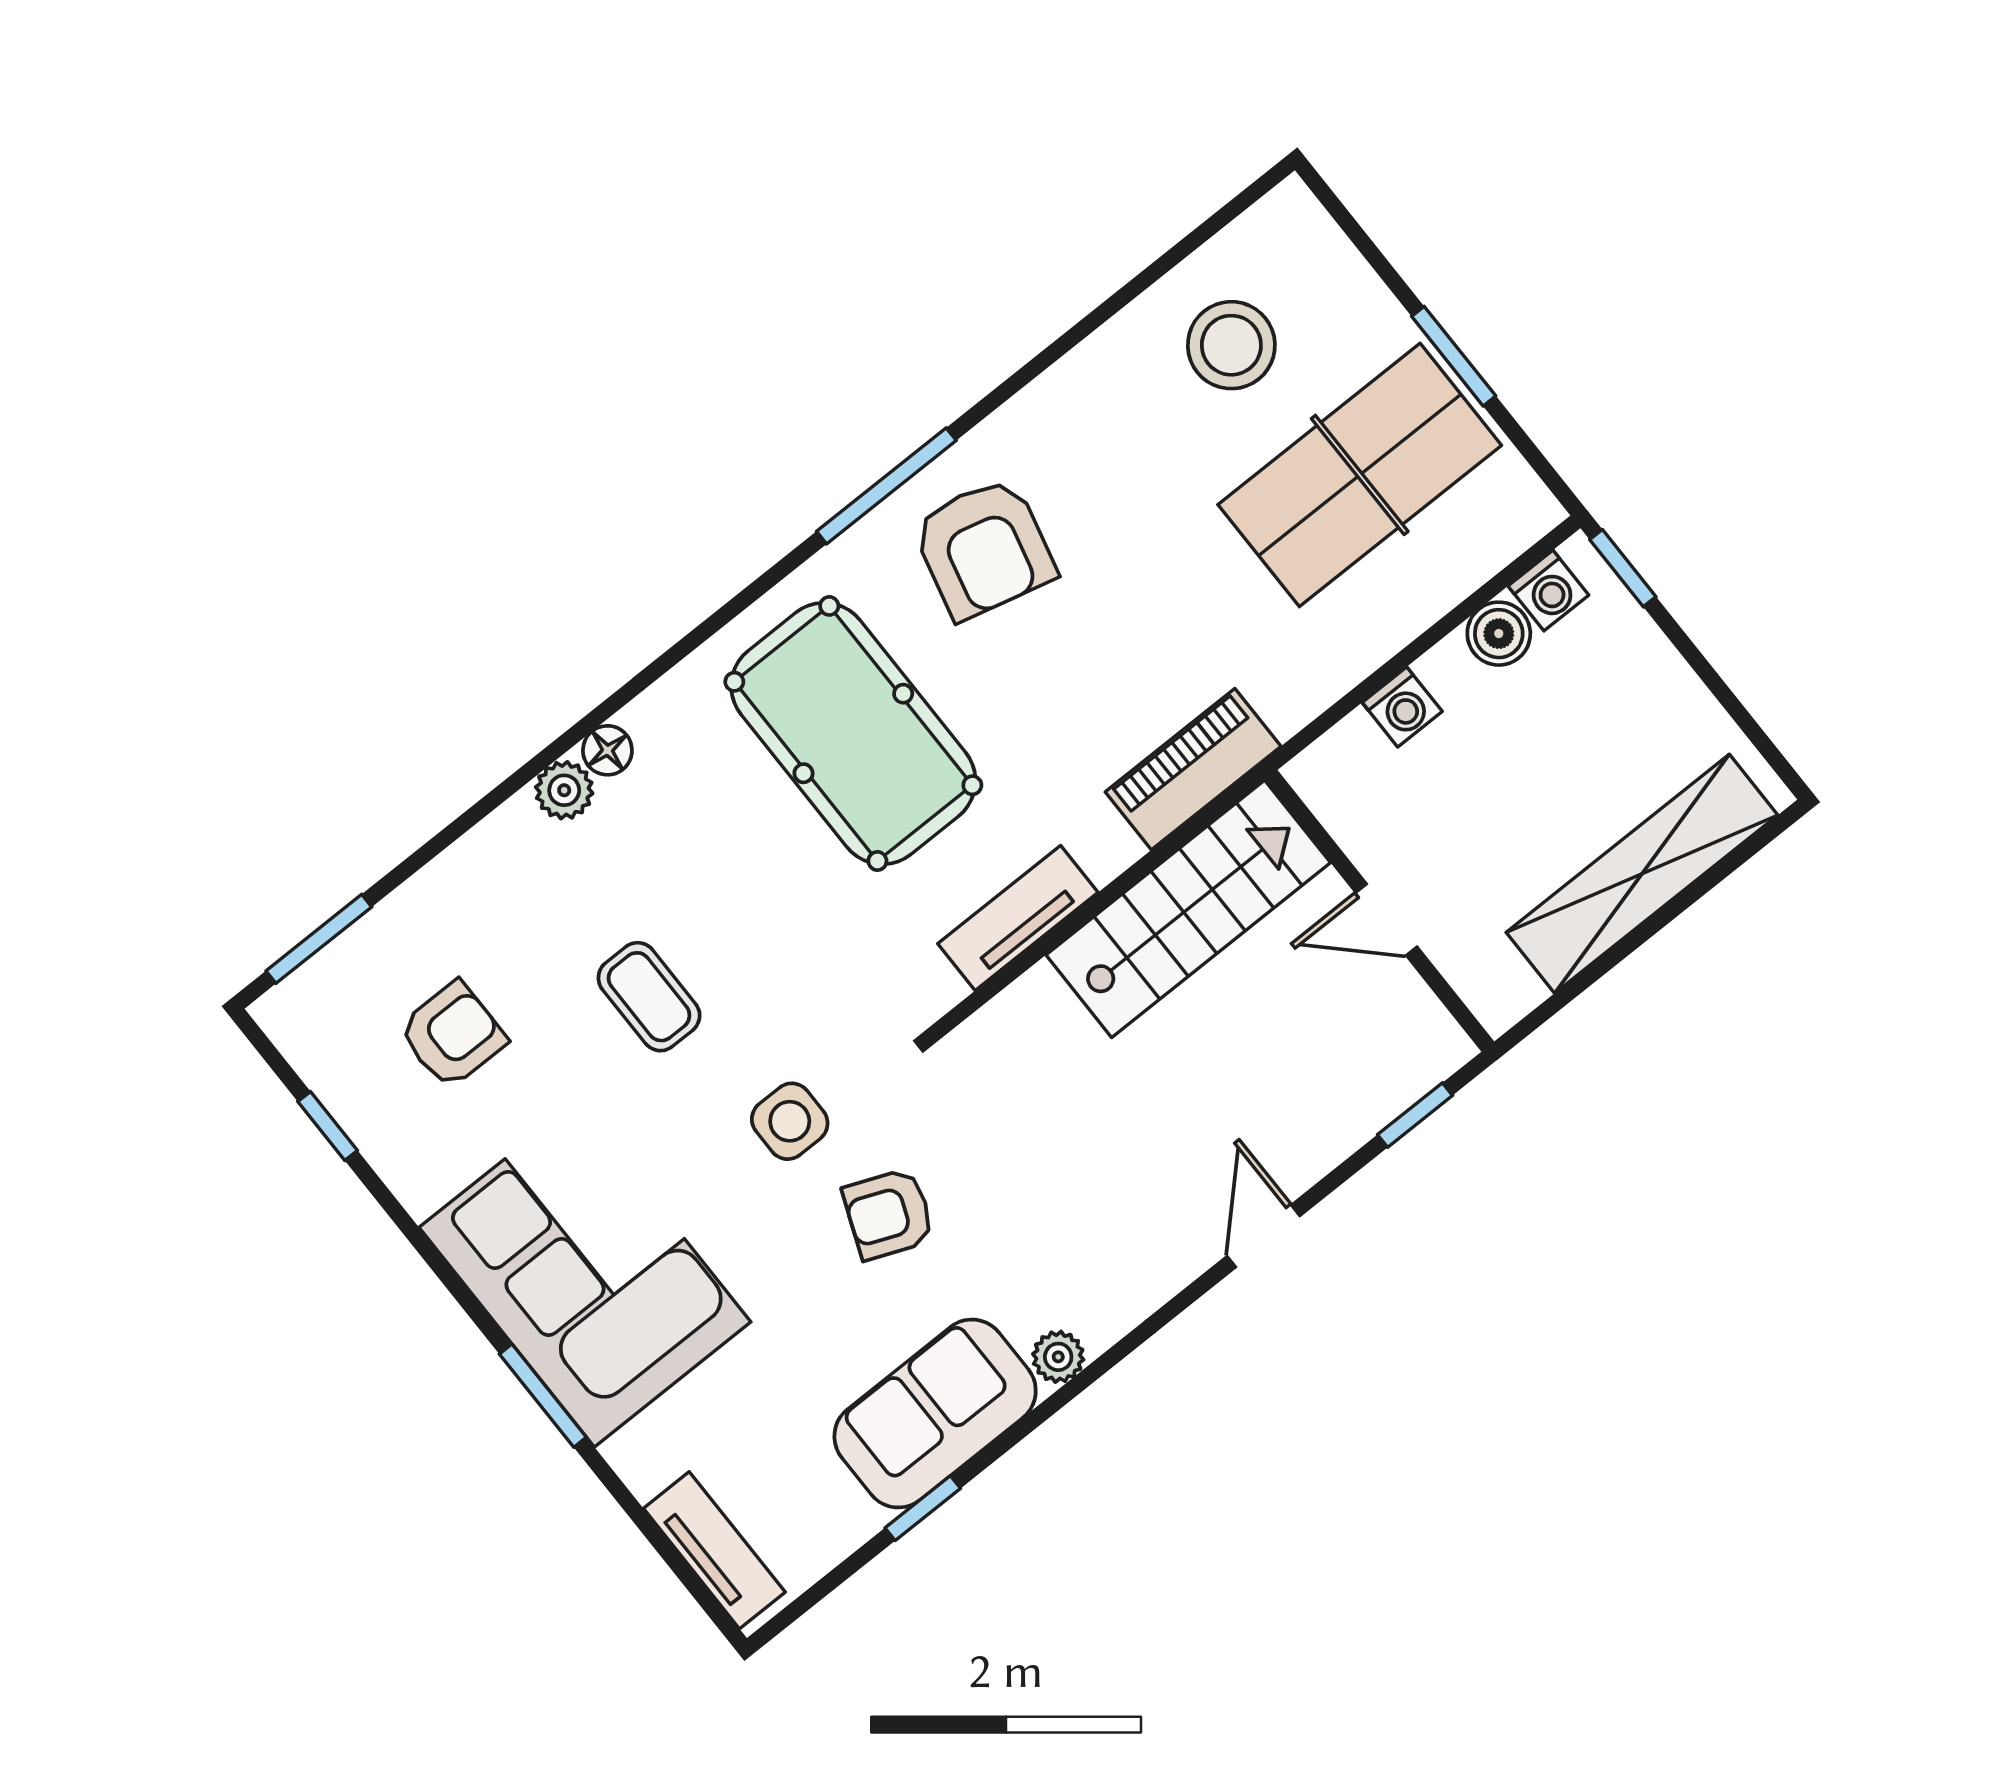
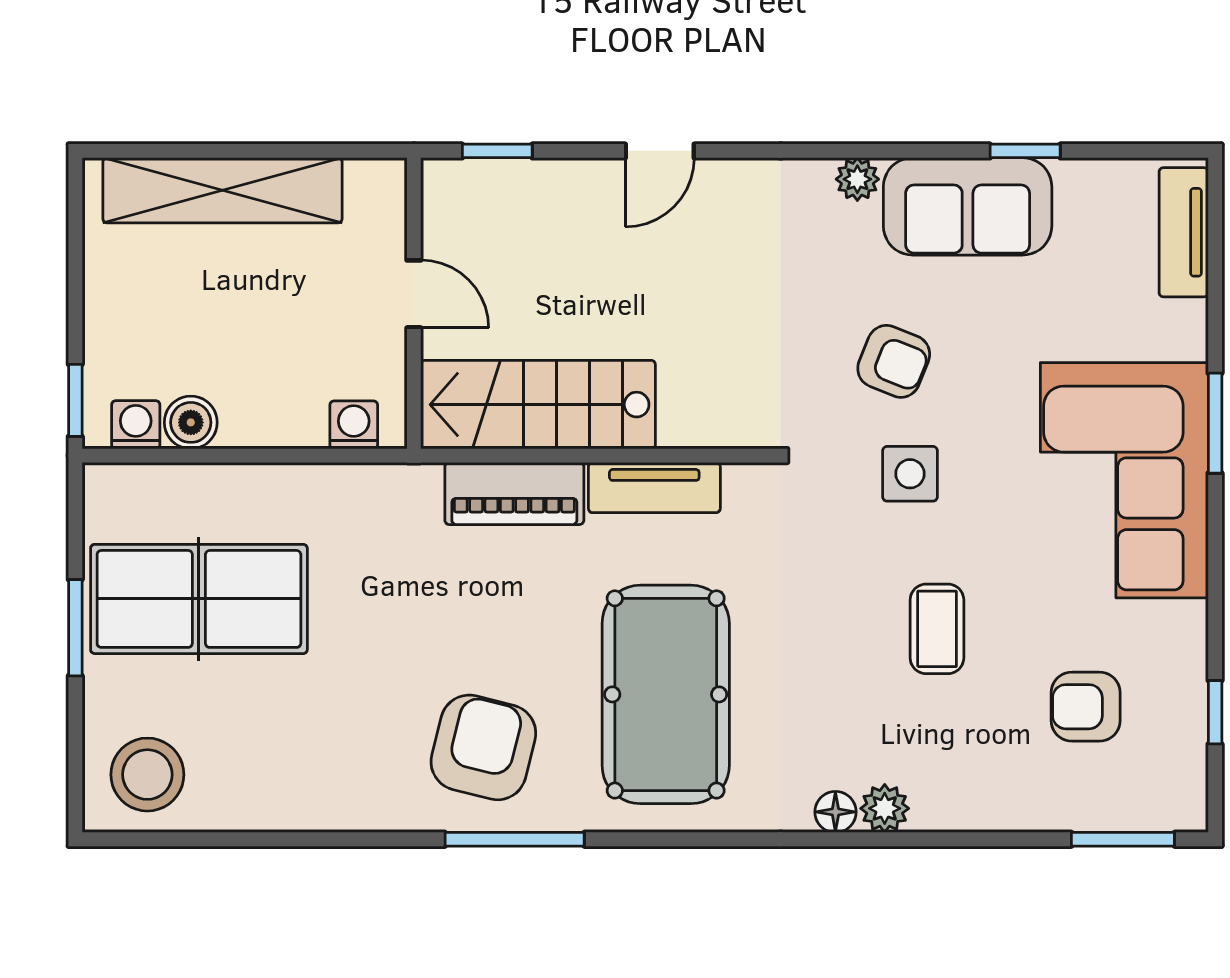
stool: (1231, 345) -> (147, 775), moved
washing machine: (1402, 707) -> (354, 425), moved
piano: (1193, 769) -> (514, 493), moved

